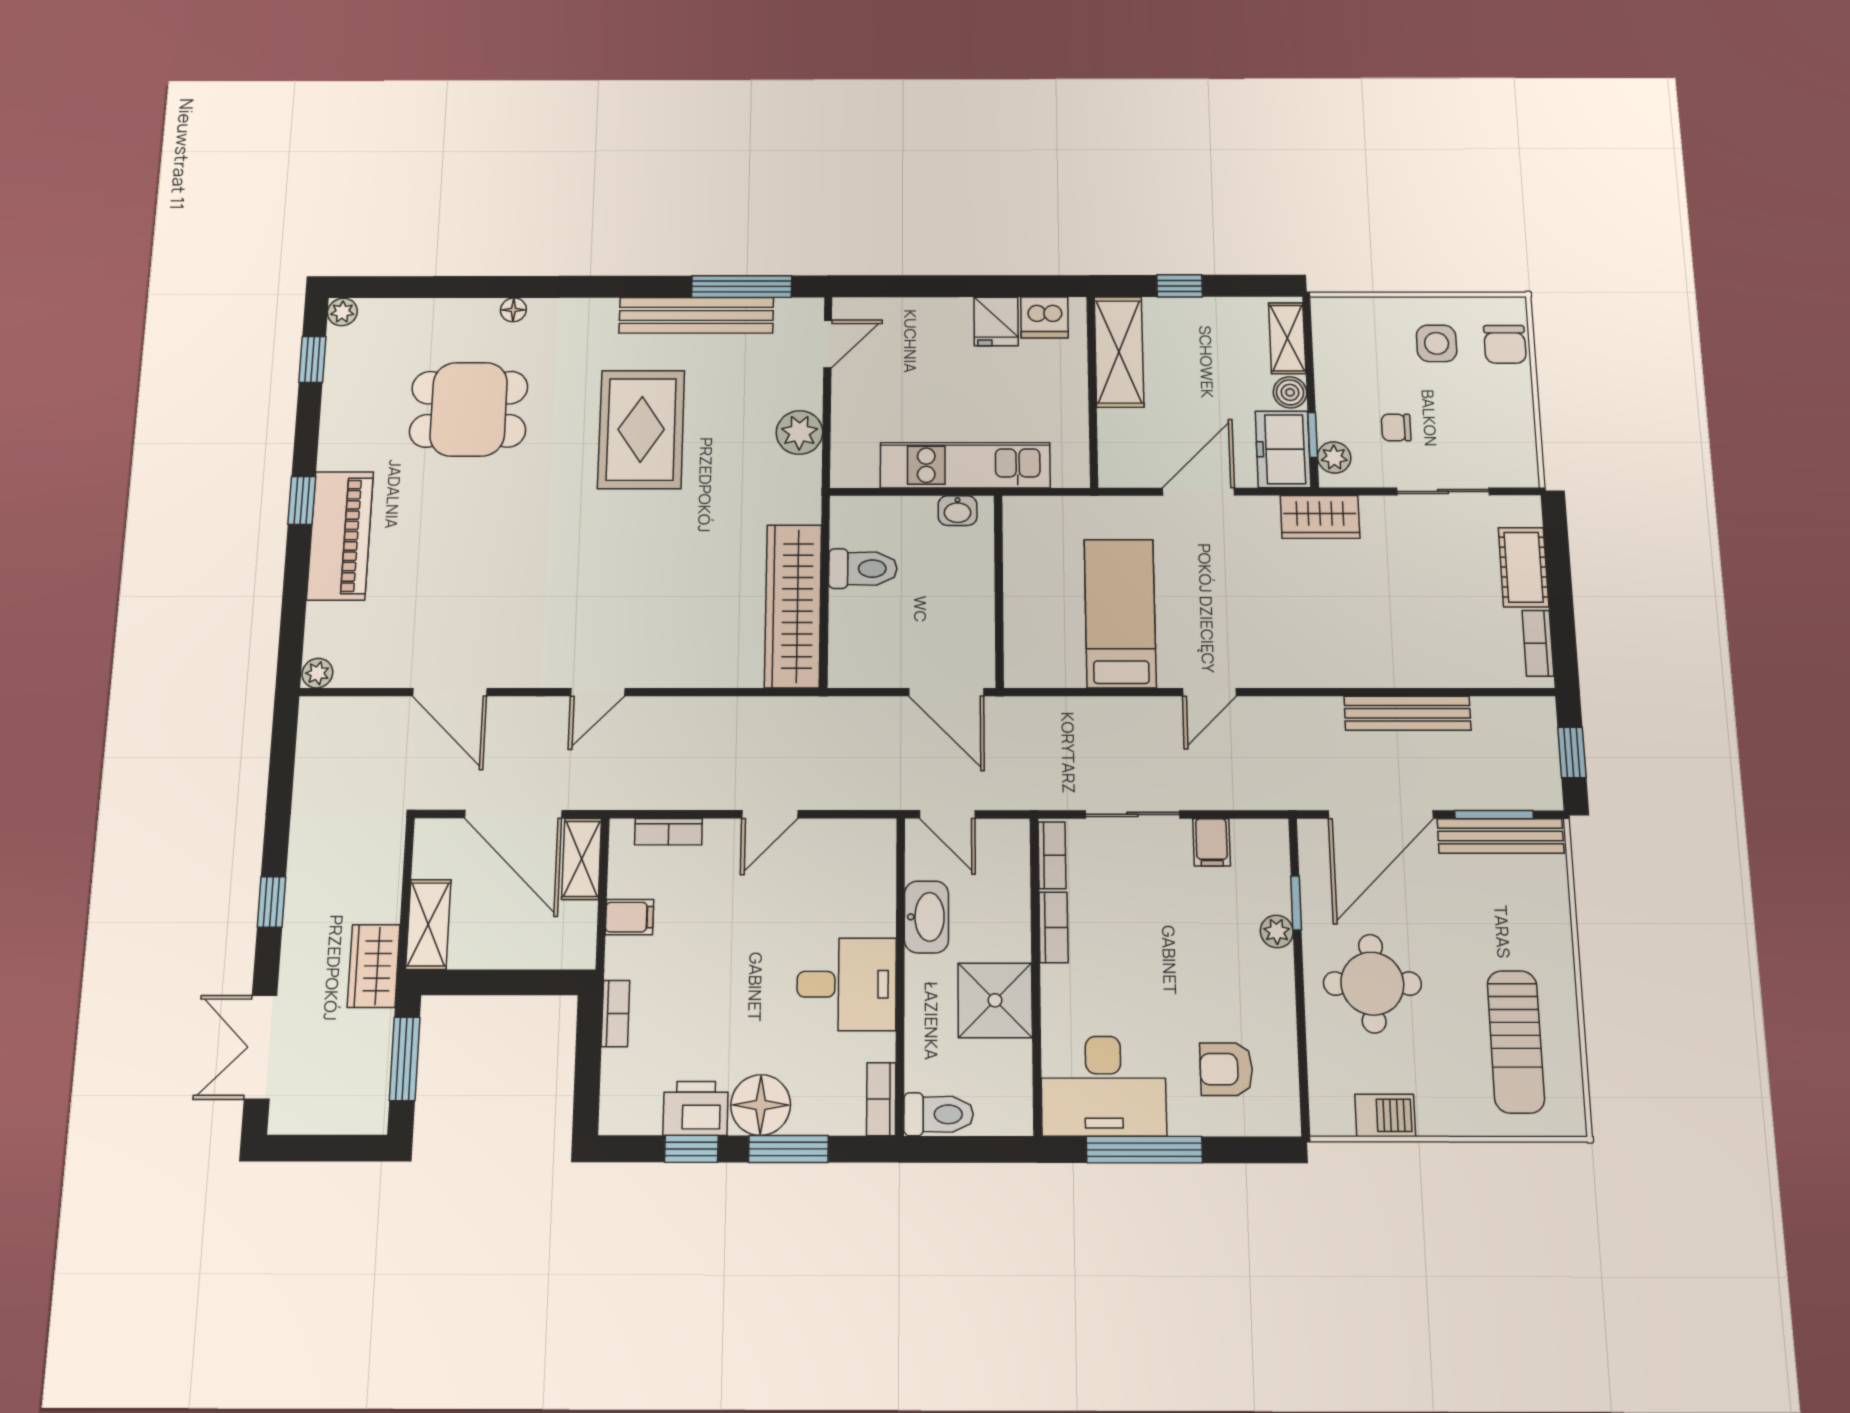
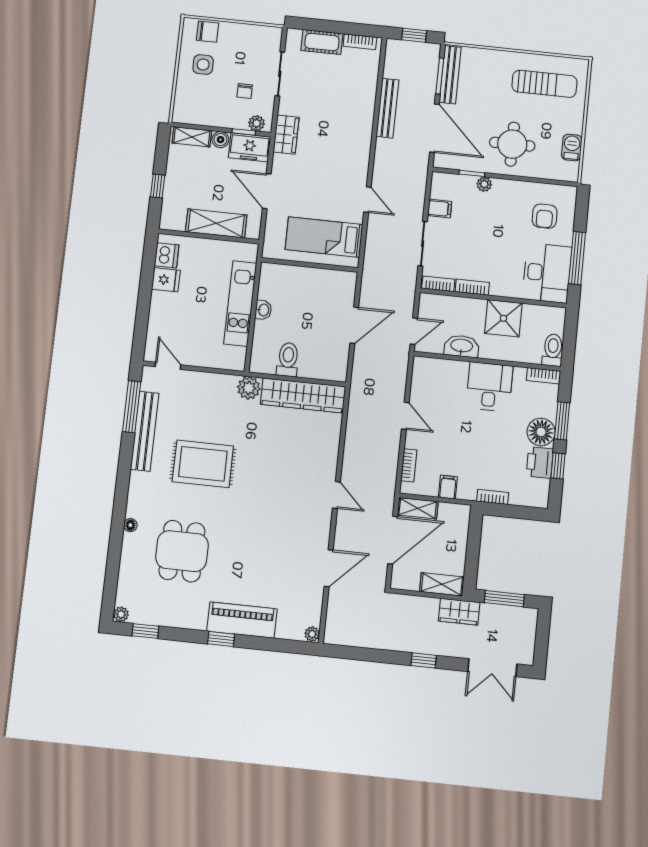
shelving: (1119, 352) -> (216, 223), moved
plant: (799, 432) -> (249, 388), moved
wall: (999, 591) -> (310, 265), moved

